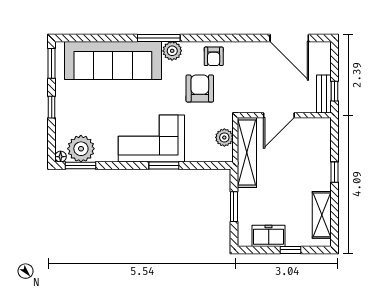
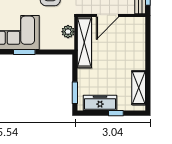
window: (335, 172) -> (148, 57), removed
window: (234, 207) -> (75, 93), moved
freezer: (269, 236) -> (100, 103), width x1.40

